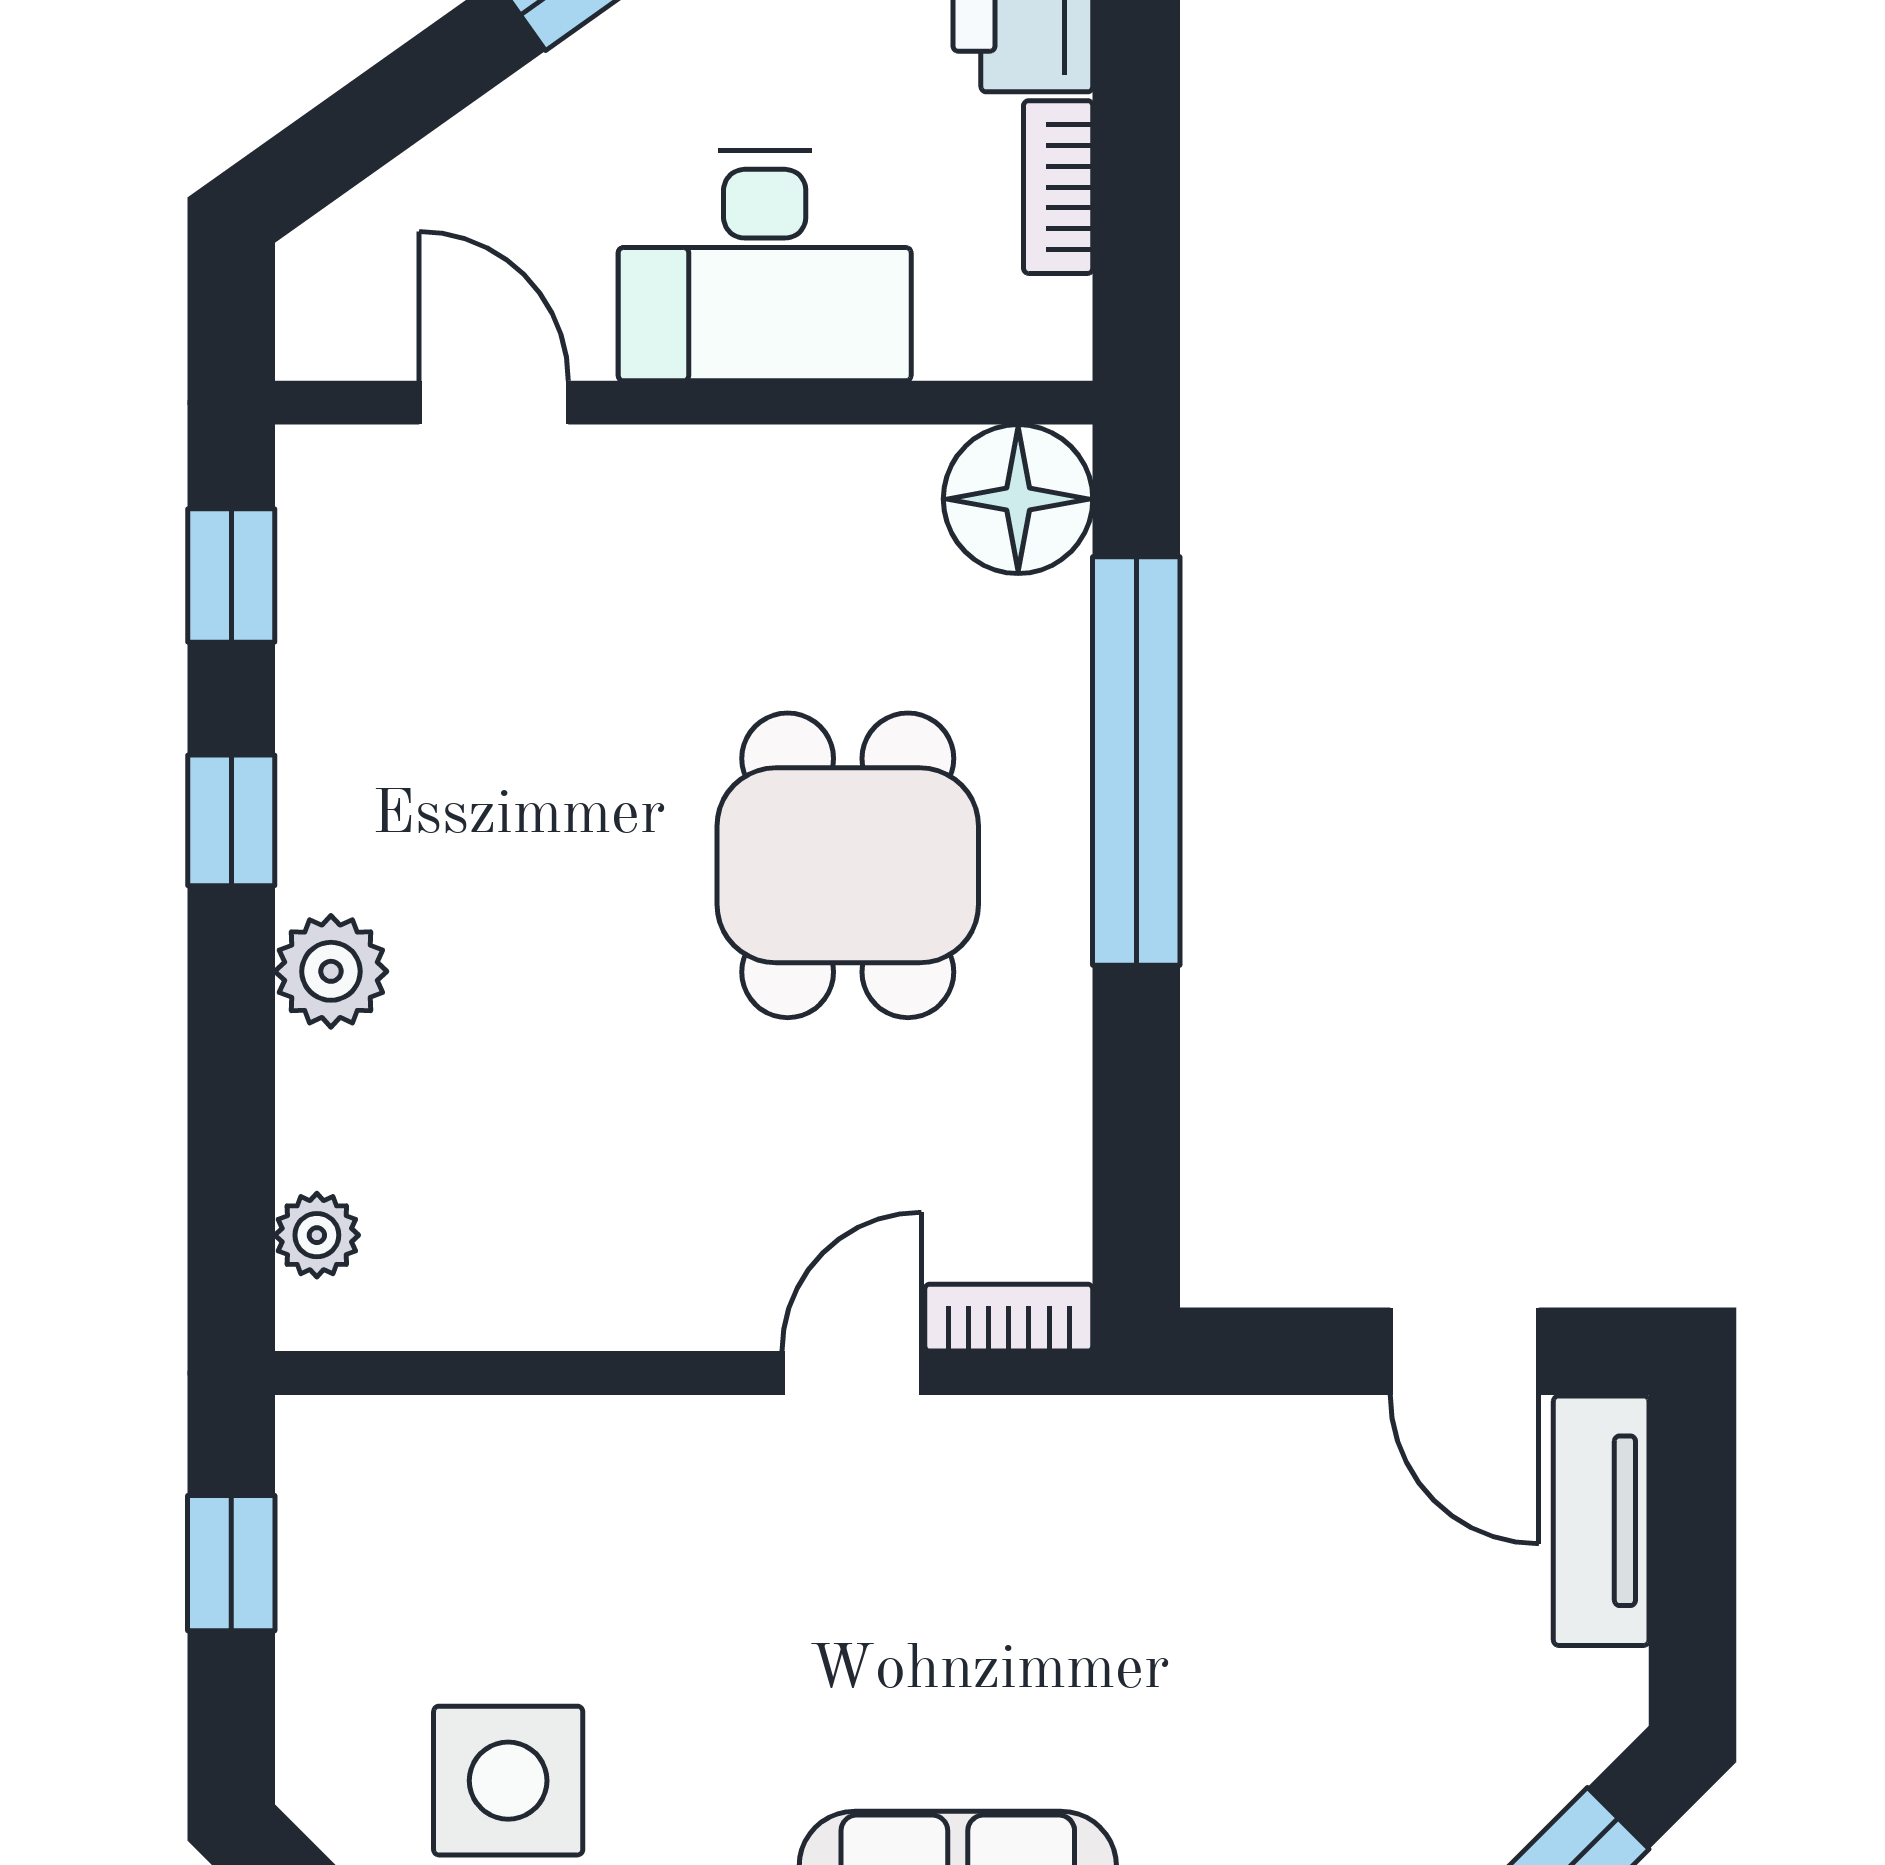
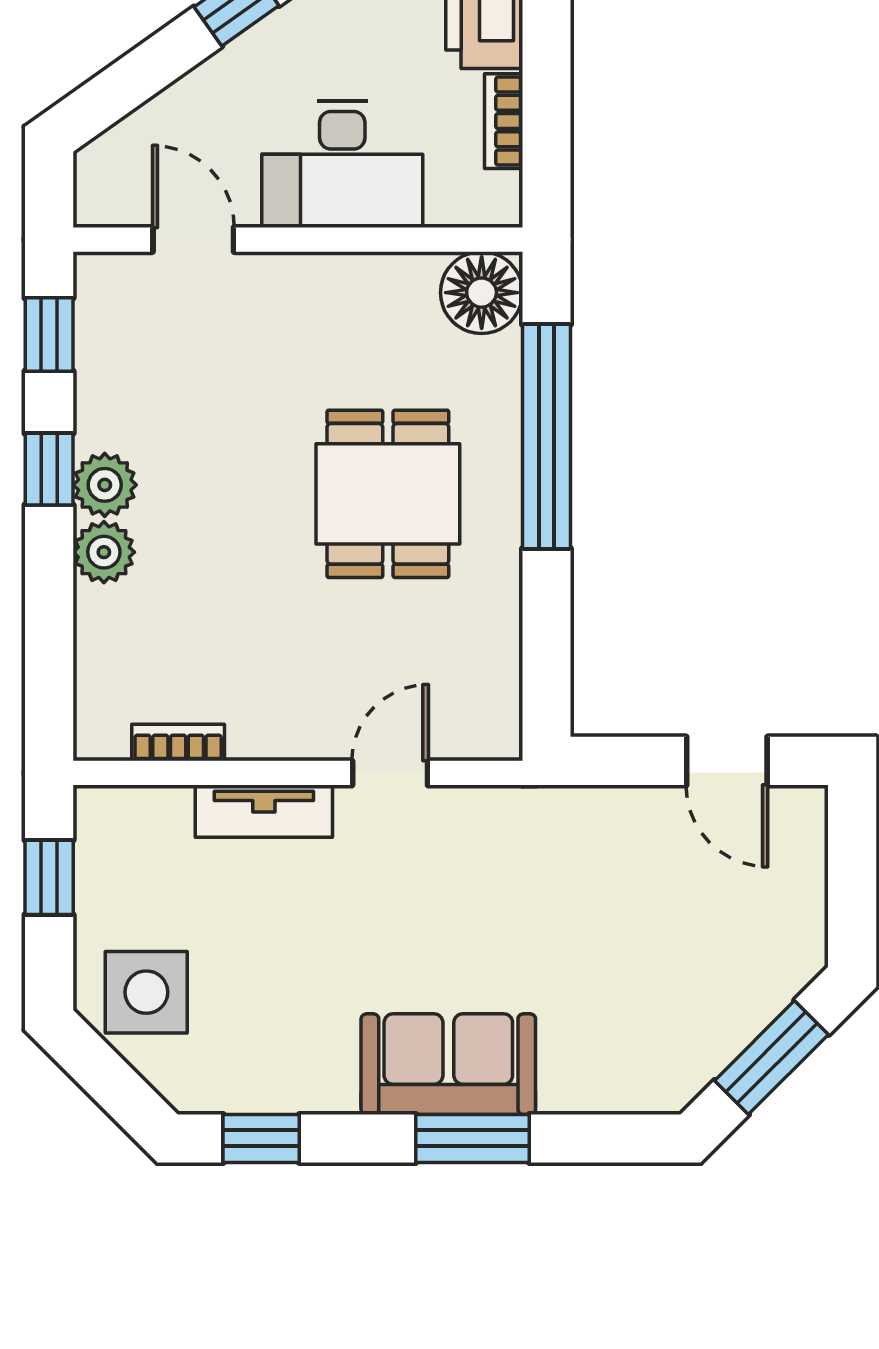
plant: (317, 1235) -> (105, 485), moved, width x1.38, depth x1.38
bookcase: (1009, 1318) -> (178, 742), moved
tv unit: (1601, 1521) -> (264, 811), moved, turned -90
side table: (508, 1781) -> (146, 992), moved

